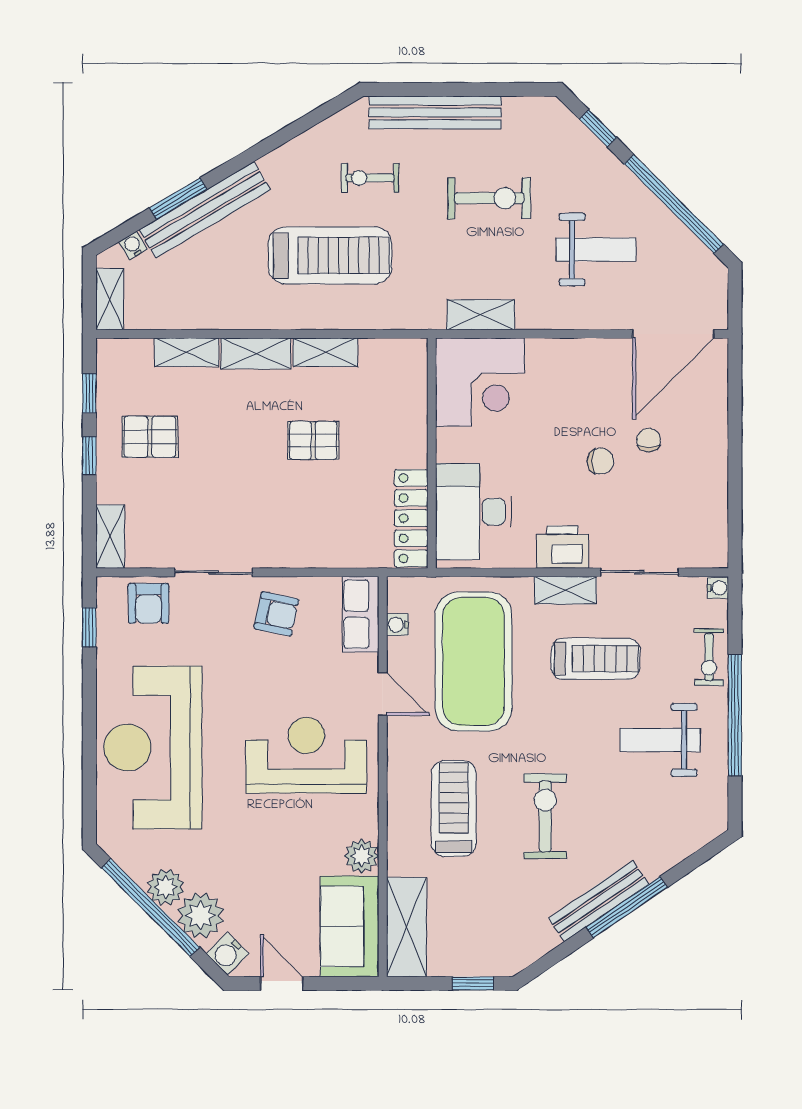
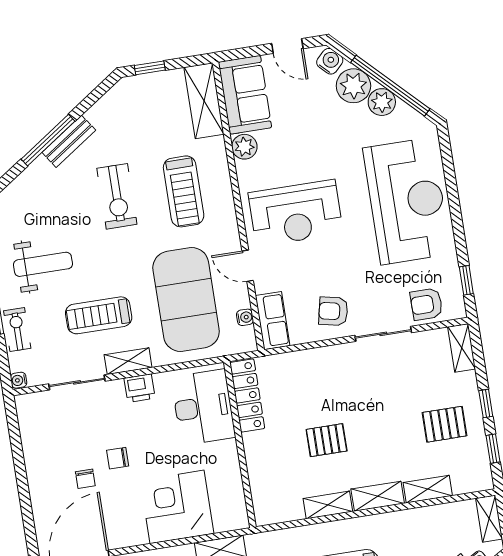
corner desk: (480, 382) -> (177, 507), moved
printer: (563, 547) -> (140, 388), width x0.73, depth x0.81
armchair: (149, 603) -> (426, 304), turned -90
bench: (599, 901) -> (69, 141), width x0.73

